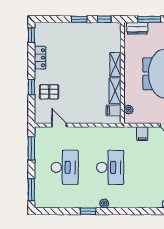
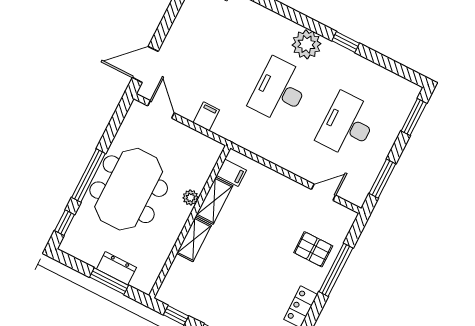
dresser: (137, 28) -> (117, 268), moved
window: (31, 87) -> (336, 270), width x2.17
plant: (129, 110) -> (191, 198), moved
door: (59, 125) -> (323, 192), swing flipped
plant: (104, 203) -> (307, 44), width x1.88, depth x1.88

